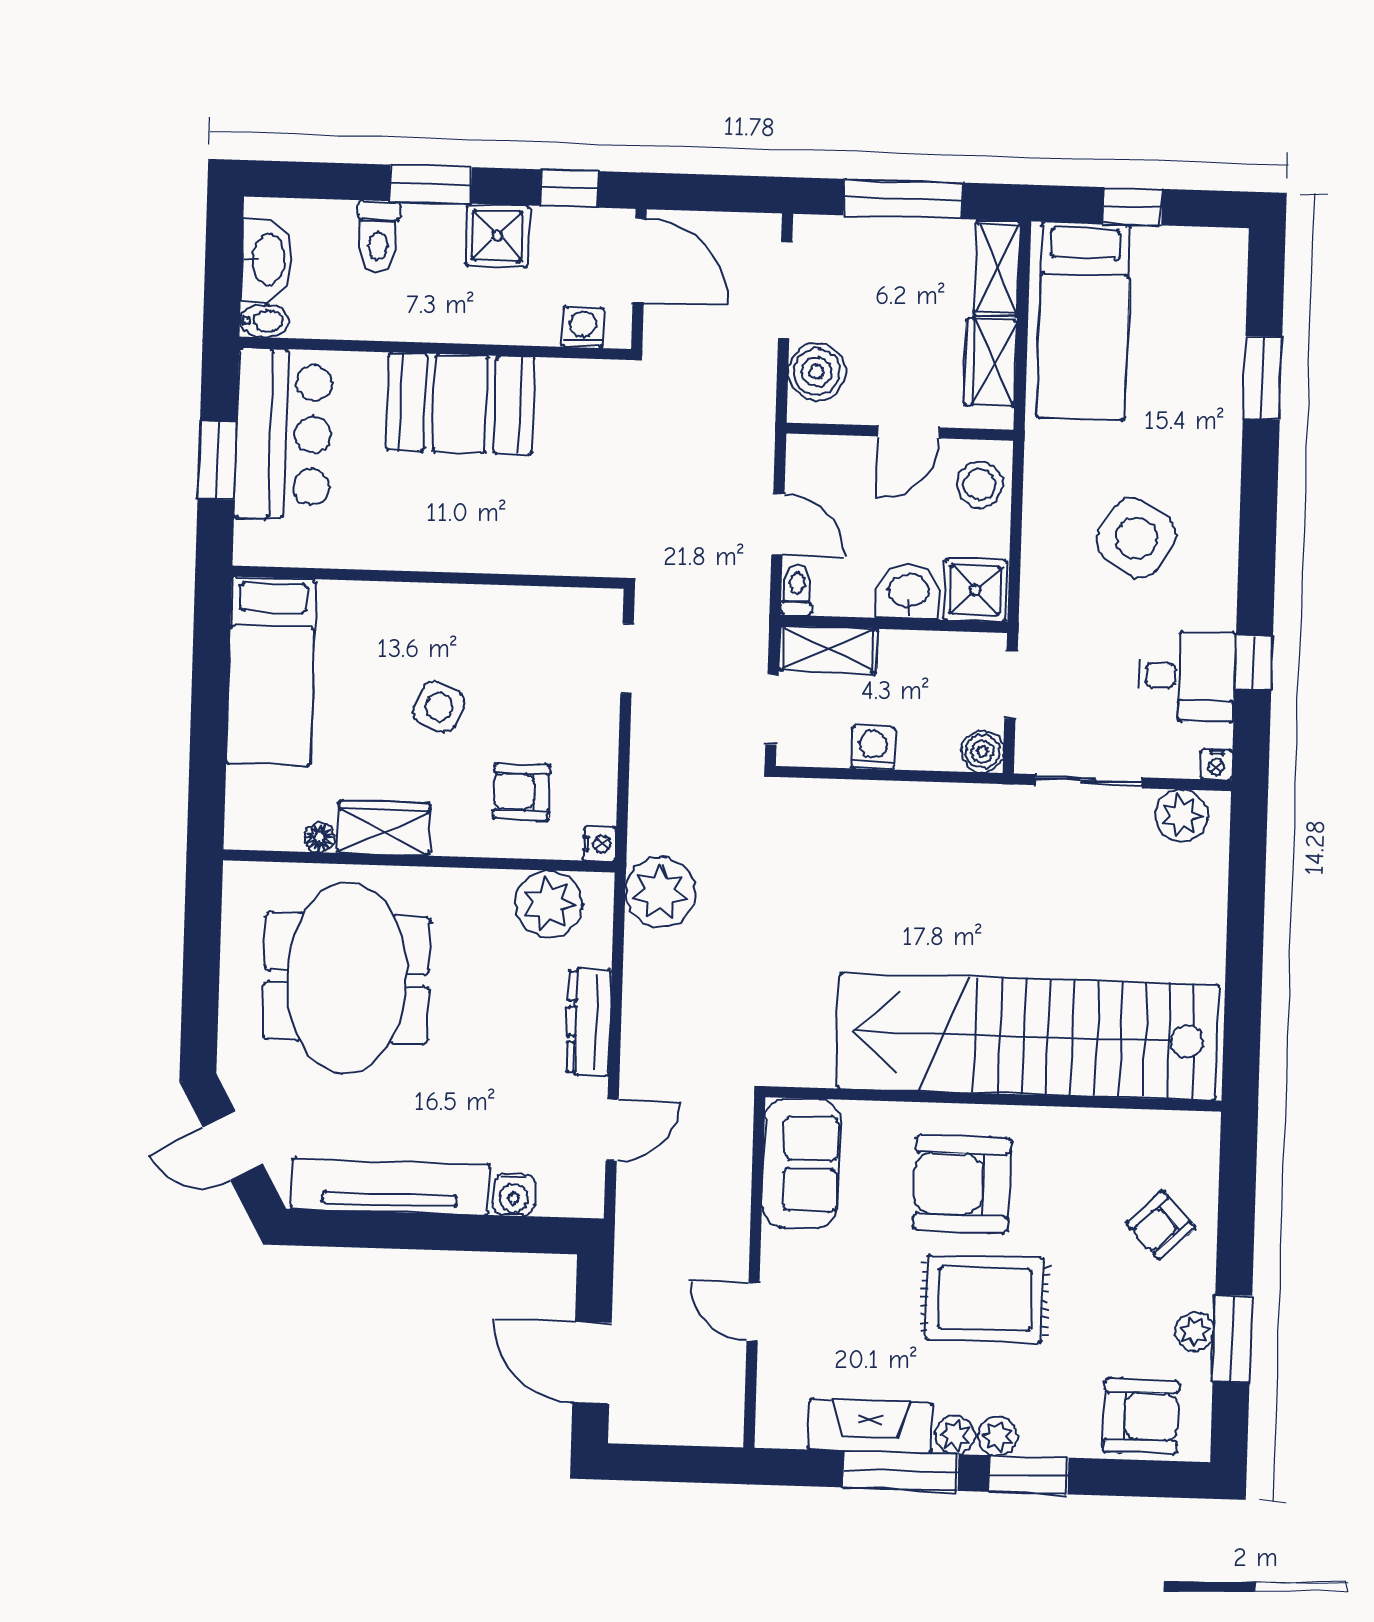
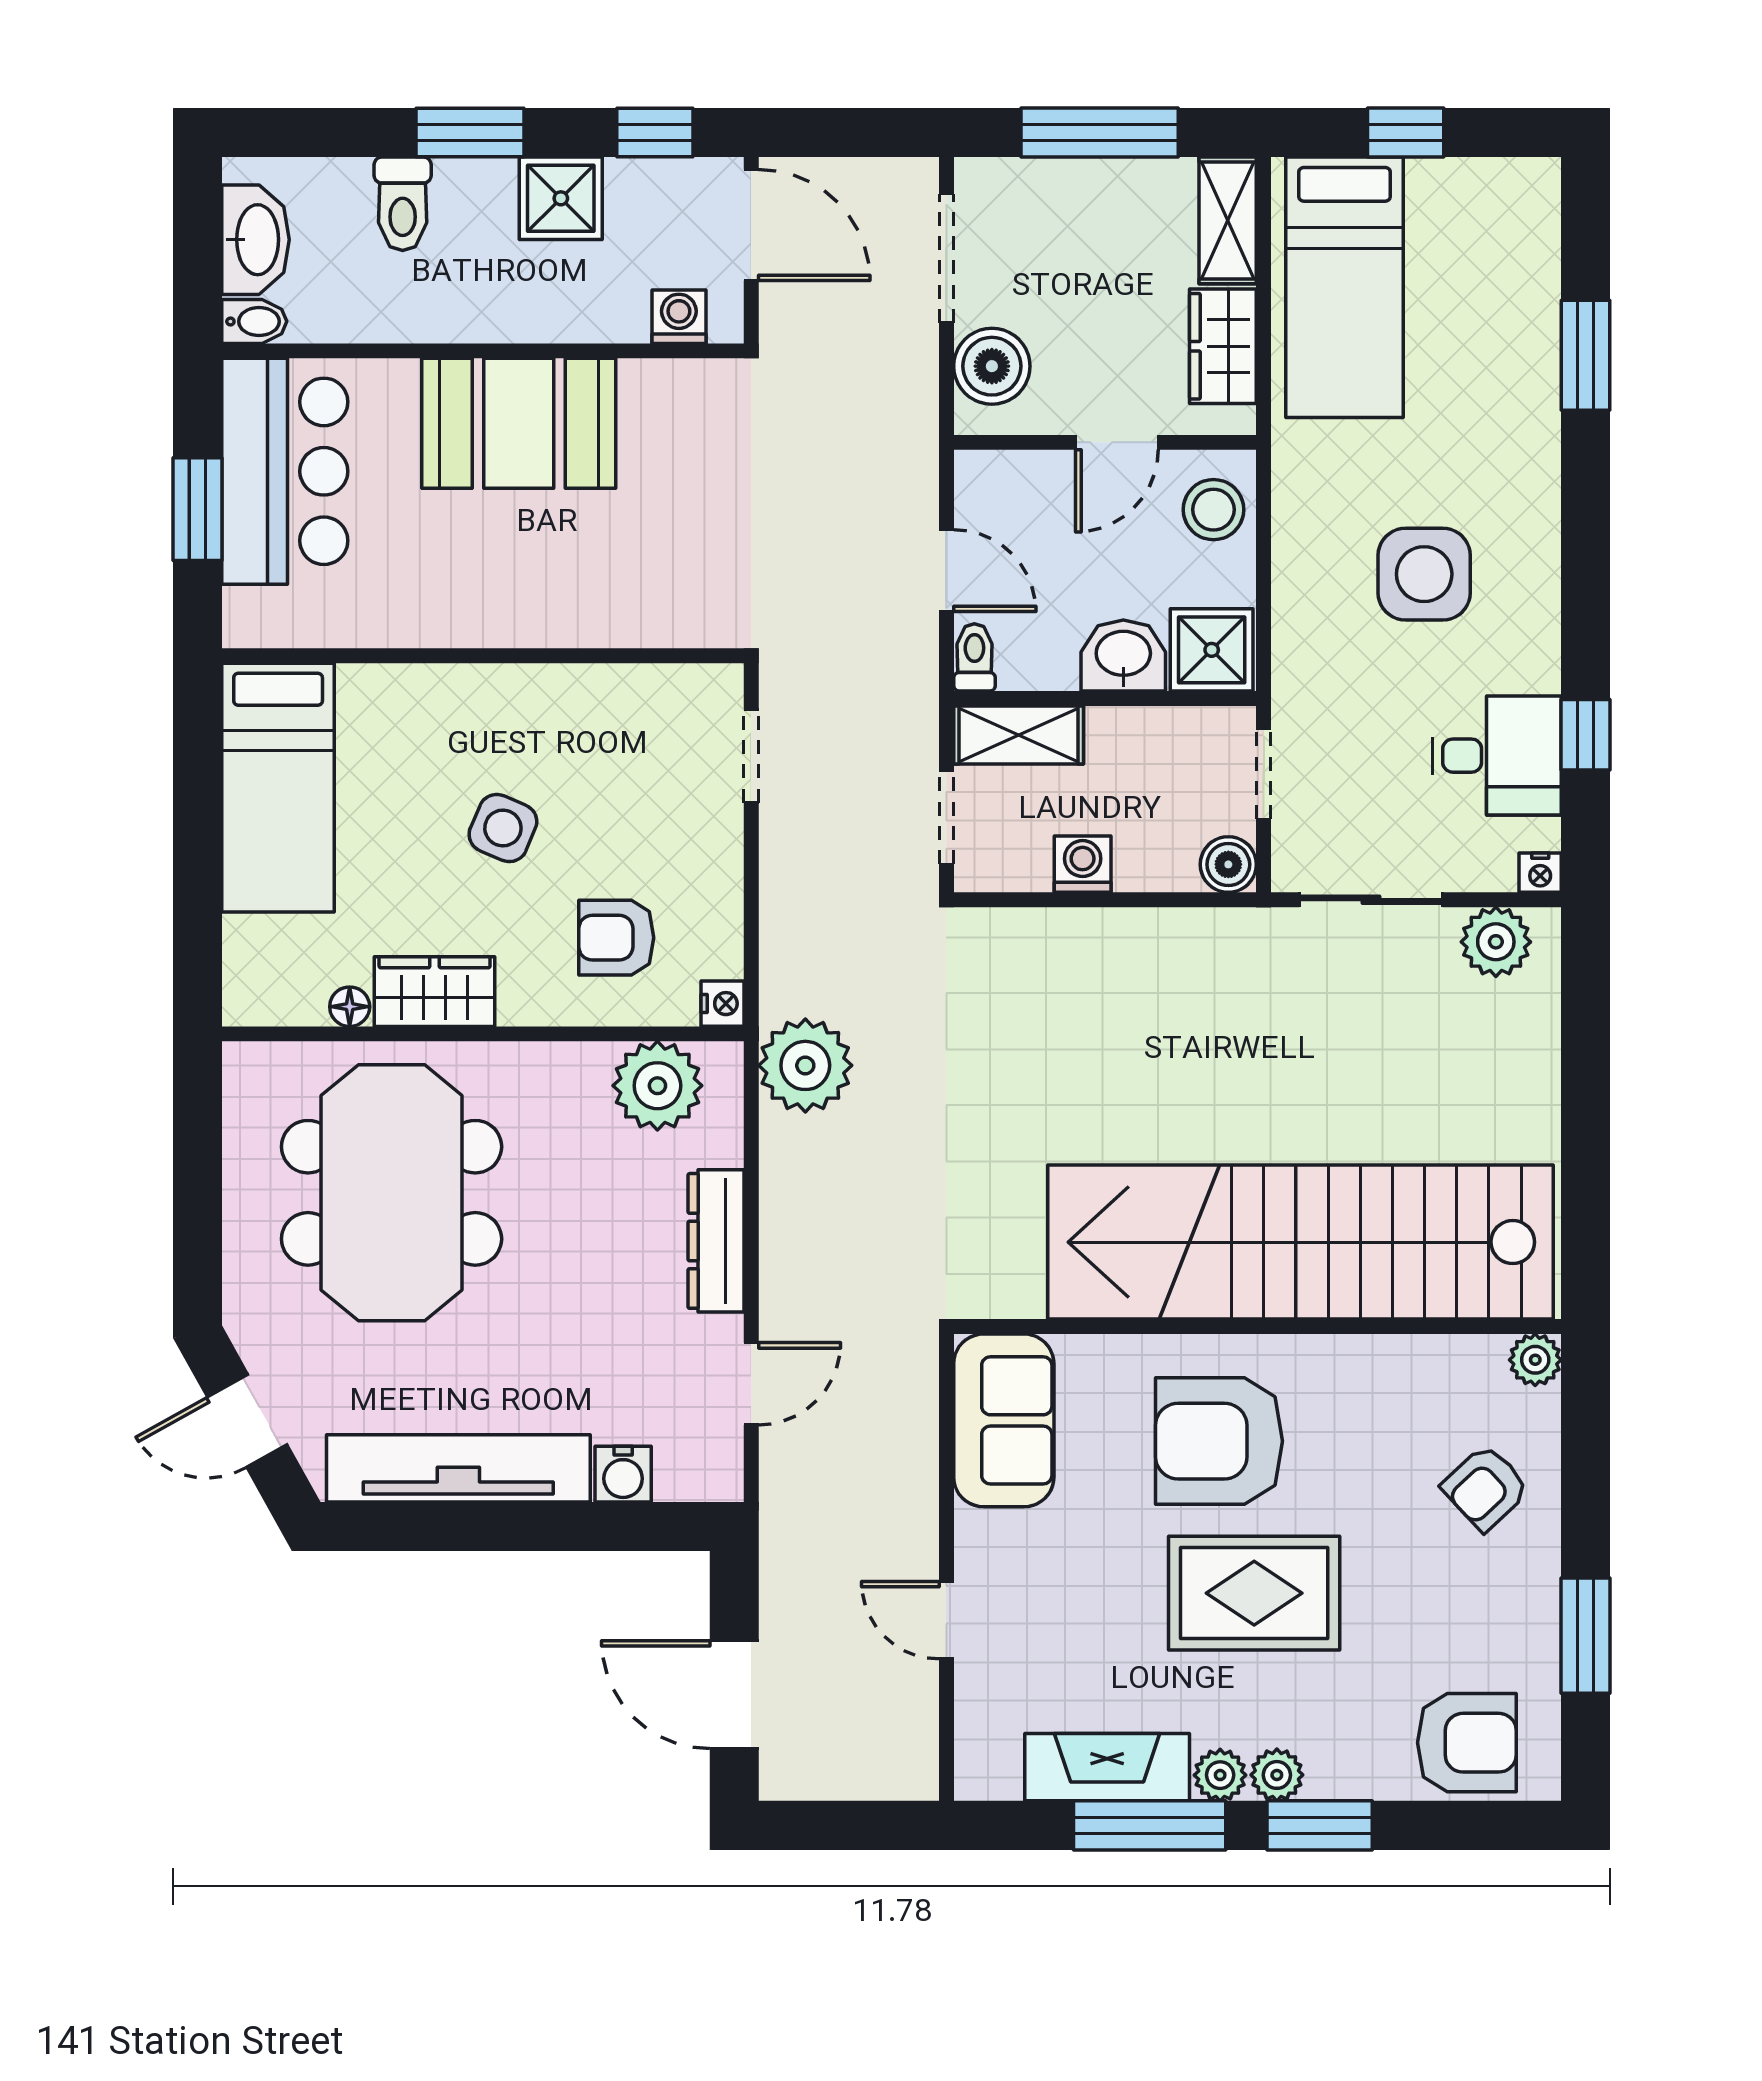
side table: (1136, 538) -> (1424, 574), turned -33
plant: (1195, 1331) -> (1535, 1360), moved

